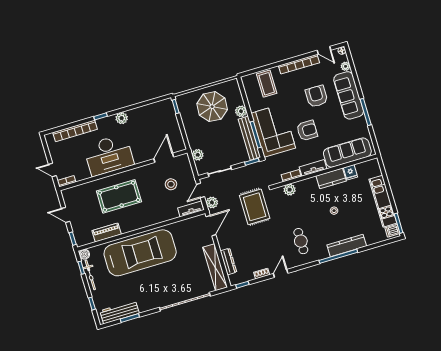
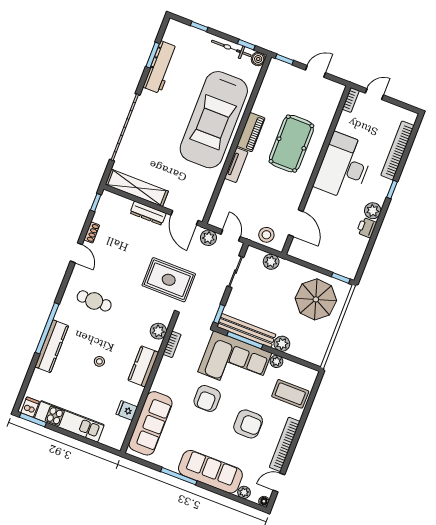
armchair: (316, 96) -> (248, 424), moved
plant: (254, 106) -> (277, 361), added
parasol: (212, 107) -> (316, 299), moved
printer: (134, 114) -> (367, 227), added
tv unit: (313, 168) -> (162, 374), removed
kitchen counter: (331, 178) -> (143, 366), moved
stool: (171, 184) -> (266, 235), moved
tv unit: (191, 209) -> (236, 165), moved
piano: (107, 232) -> (251, 132), moved
dresser: (228, 262) -> (148, 213), moved
workbench: (120, 312) -> (160, 67), moved

